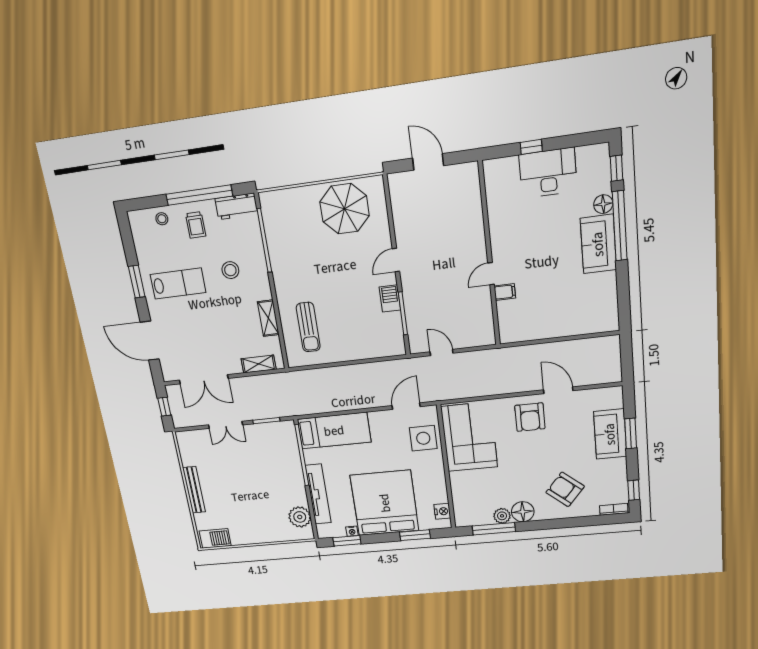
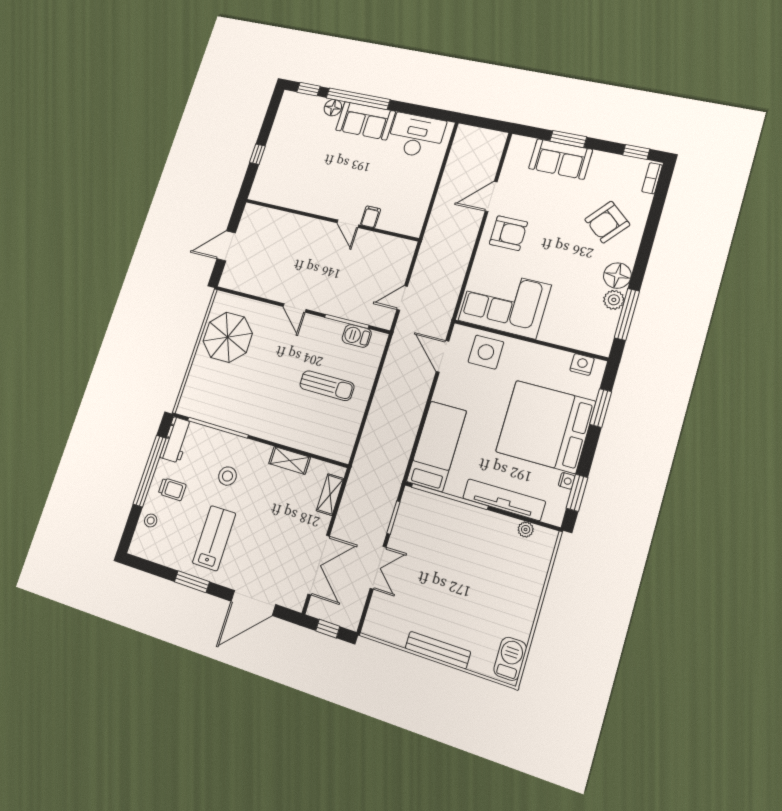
desk: (548, 173) -> (416, 136), moved, turned 90
barbecue: (390, 298) -> (357, 336), moved
sun lounger: (308, 327) -> (327, 386), moved
plant: (300, 517) -> (526, 529), width x0.53, depth x0.53

